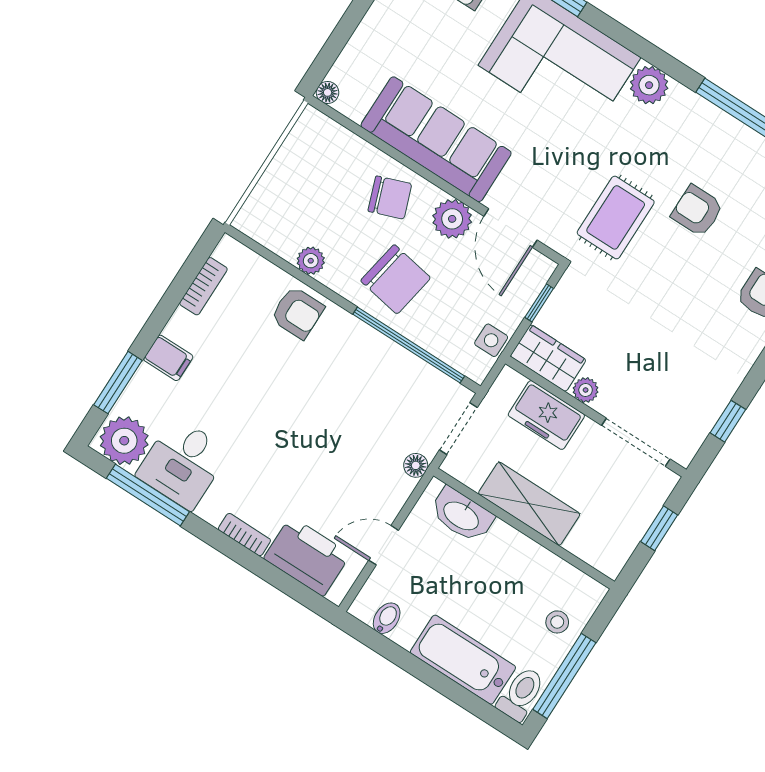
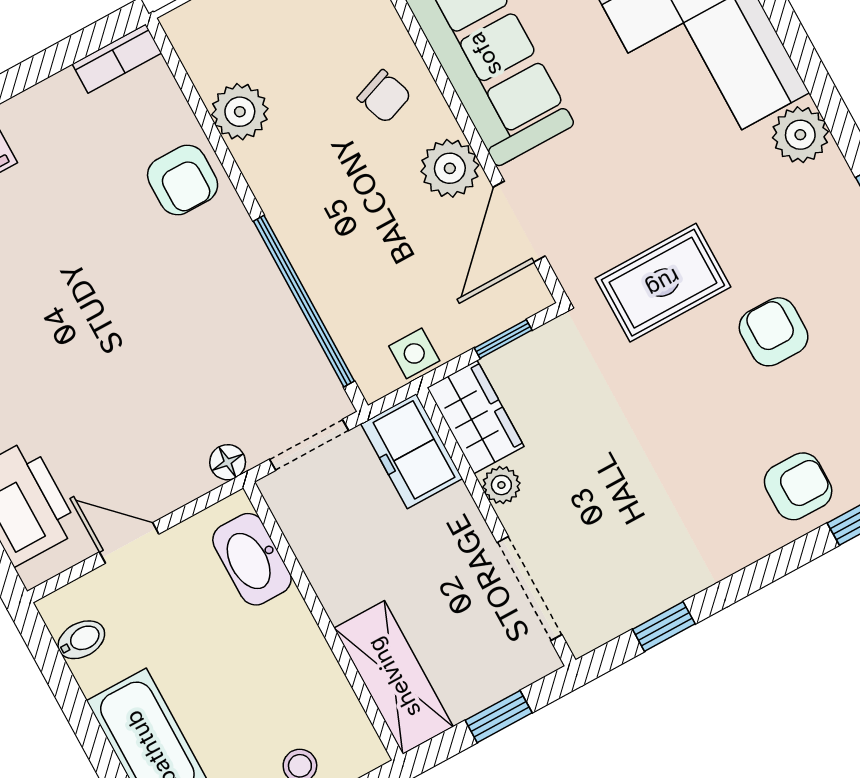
chair: (390, 197) -> (384, 96), width x0.73, depth x0.73
plant: (311, 261) -> (240, 112), width x1.38, depth x1.38
chair: (396, 279) -> (334, 207), removed
bookcase: (203, 286) -> (117, 59), moved
freezer: (546, 415) -> (412, 451), moved
shelving: (529, 504) -> (394, 677), moved

